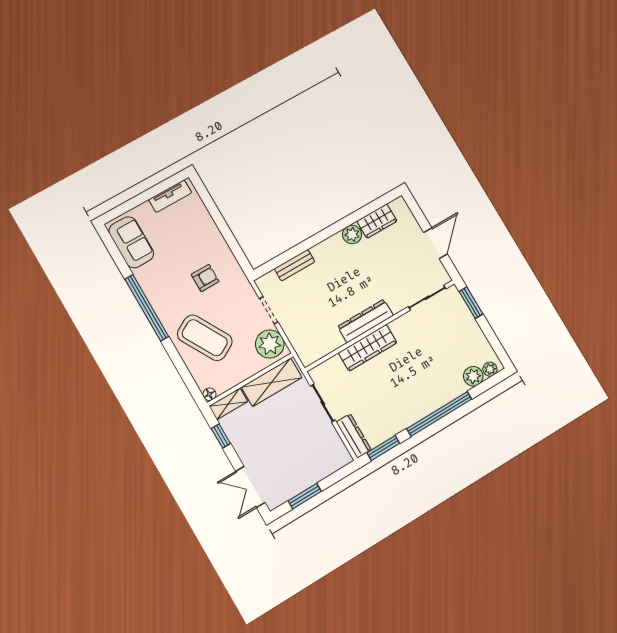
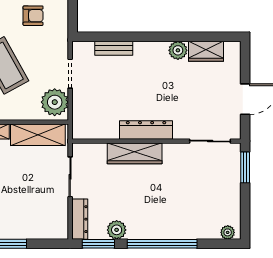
plant: (473, 376) -> (117, 230), moved

